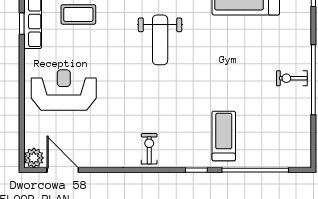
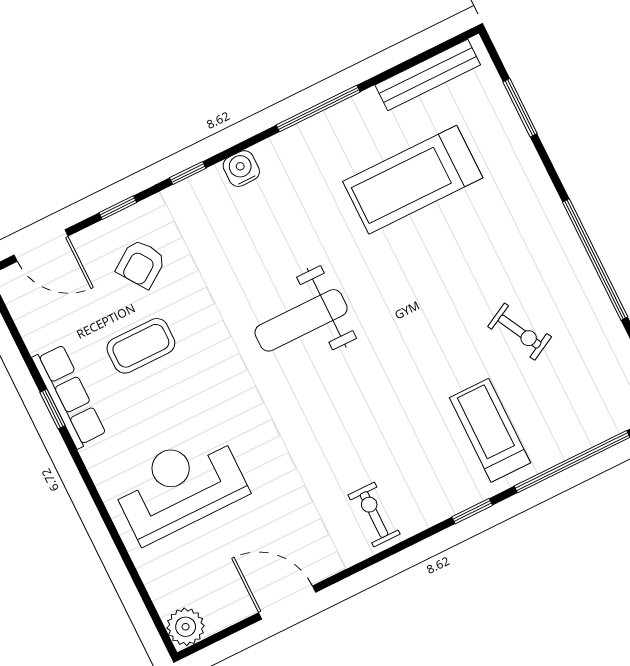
weight bench: (160, 40) -> (301, 320), turned 90
exercise bike: (292, 78) -> (520, 332), moved, turned -118
door: (63, 170) -> (287, 603), moved

